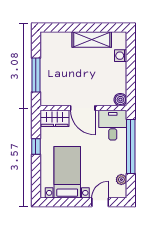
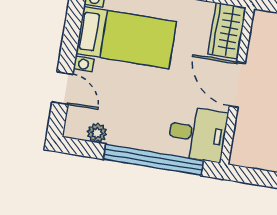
boiler: (120, 100) -> (241, 155), removed
door: (83, 108) -> (237, 85), hinge flipped

